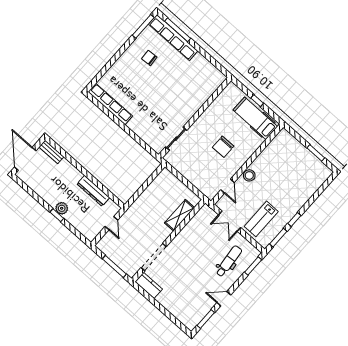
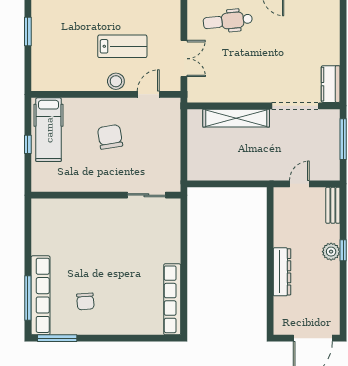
chair: (223, 147) -> (110, 137), turned -99
bench: (51, 152) -> (333, 205), moved
dresser: (93, 191) -> (282, 272), moved
shelving: (179, 215) -> (236, 118), width x1.47
lab bench: (261, 219) -> (122, 46), moved

